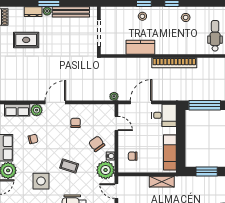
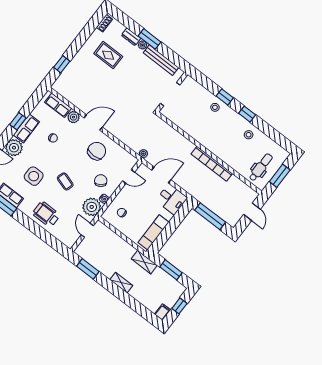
kitchen counter: (140, 47) -> (195, 131), removed
chair: (76, 123) -> (97, 151), width x1.87, depth x1.87
door: (116, 123) -> (129, 176), hinge flipped
shelving: (162, 182) -> (144, 262), moved

